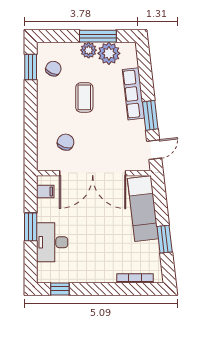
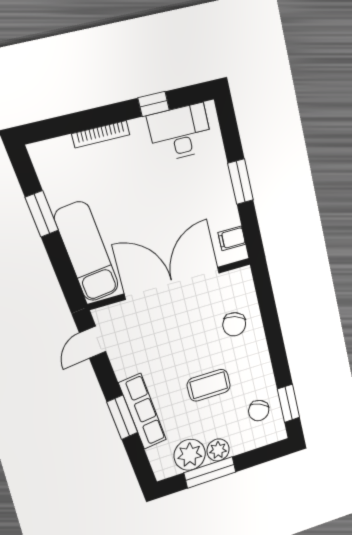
coffee table: (84, 97) -> (209, 385), turned 90
window: (150, 115) -> (122, 417), moved
chair: (66, 142) -> (234, 324), moved
desk: (52, 242) -> (180, 133), moved, turned -90
bookcase: (135, 278) -> (101, 134), moved
window: (60, 289) -> (154, 104), moved

